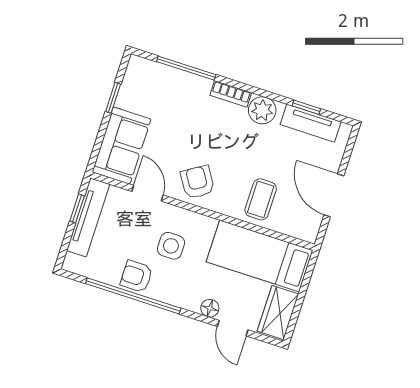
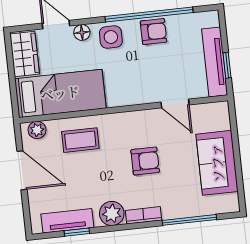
window: (113, 98) -> (238, 169), removed
sofa: (122, 146) -> (217, 163), moved
armchair: (197, 182) -> (145, 161), moved, turned -58
coffee table: (261, 199) -> (80, 140), turned 90
plant: (300, 229) -> (37, 130), added
side table: (171, 246) -> (111, 37), moved

